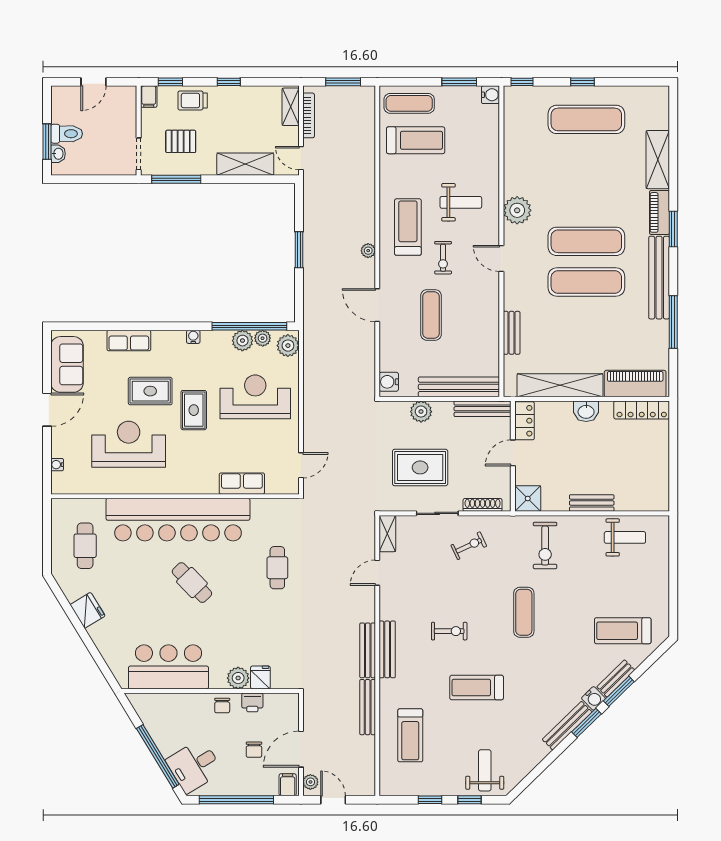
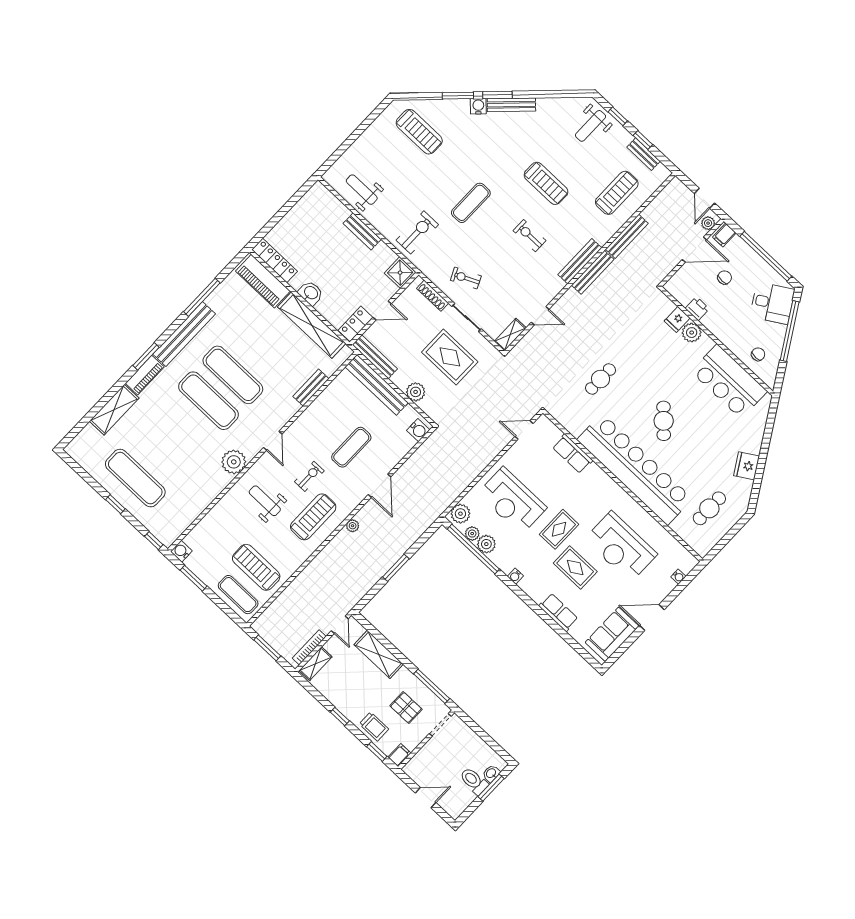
treadmill: (408, 227) -> (313, 517), turned 180
bench: (616, 678) -> (644, 154), moved, turned 44
chair: (222, 706) -> (758, 354), moved

